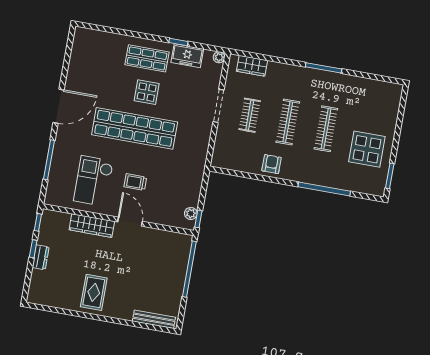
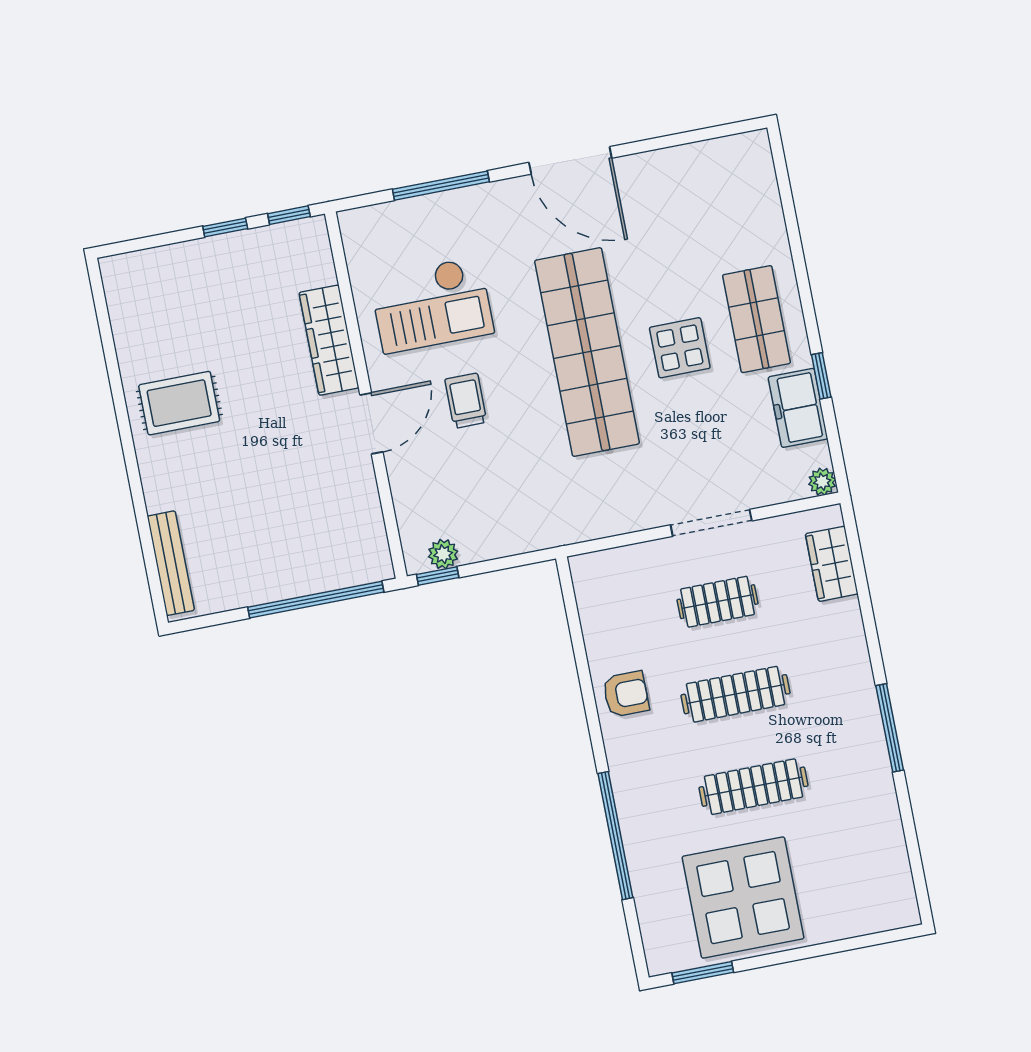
display table: (367, 149) -> (743, 898), width x1.36, depth x1.36
checkout: (93, 181) -> (432, 305), turned 180
dresser: (41, 257) -> (212, 252), removed

